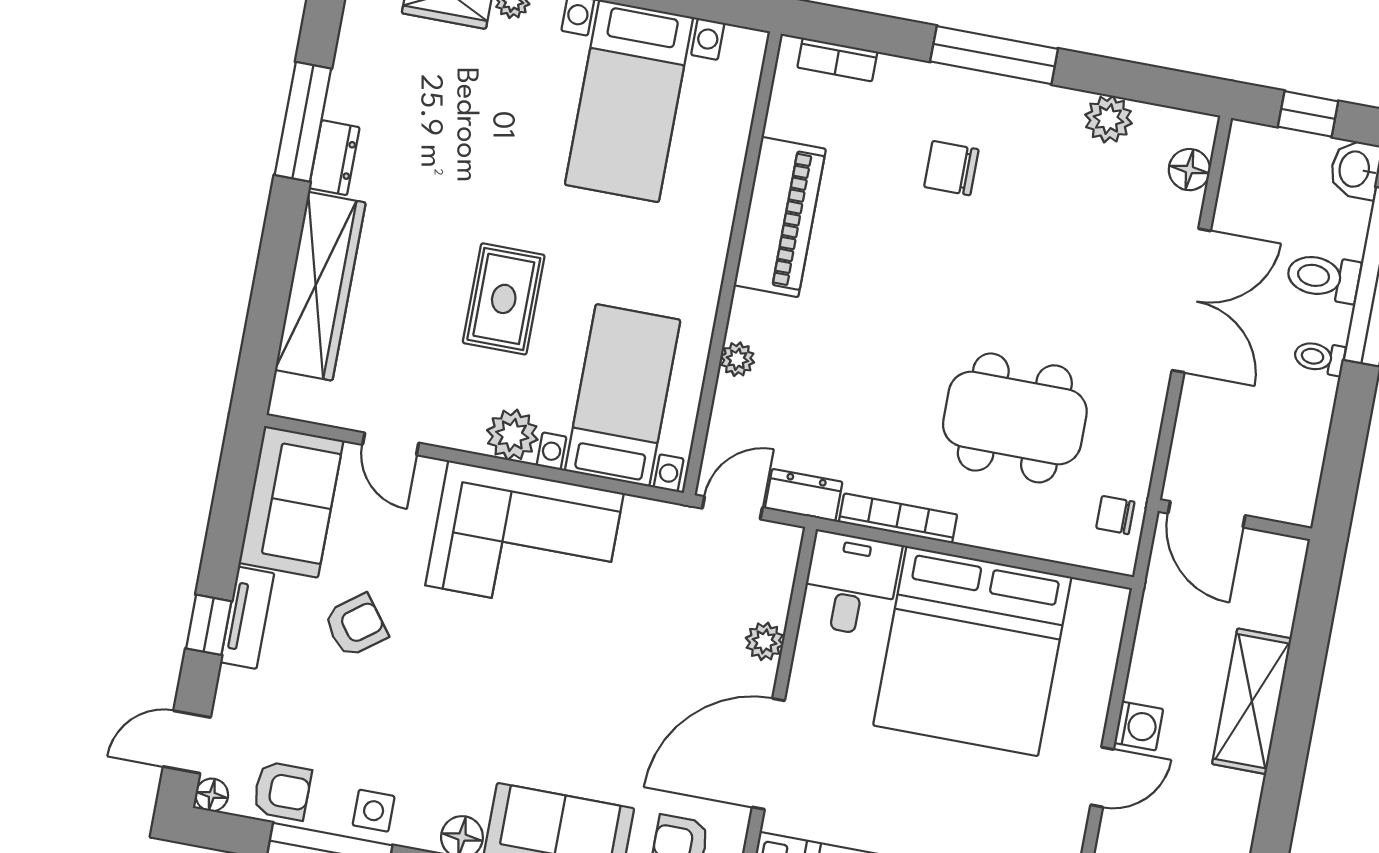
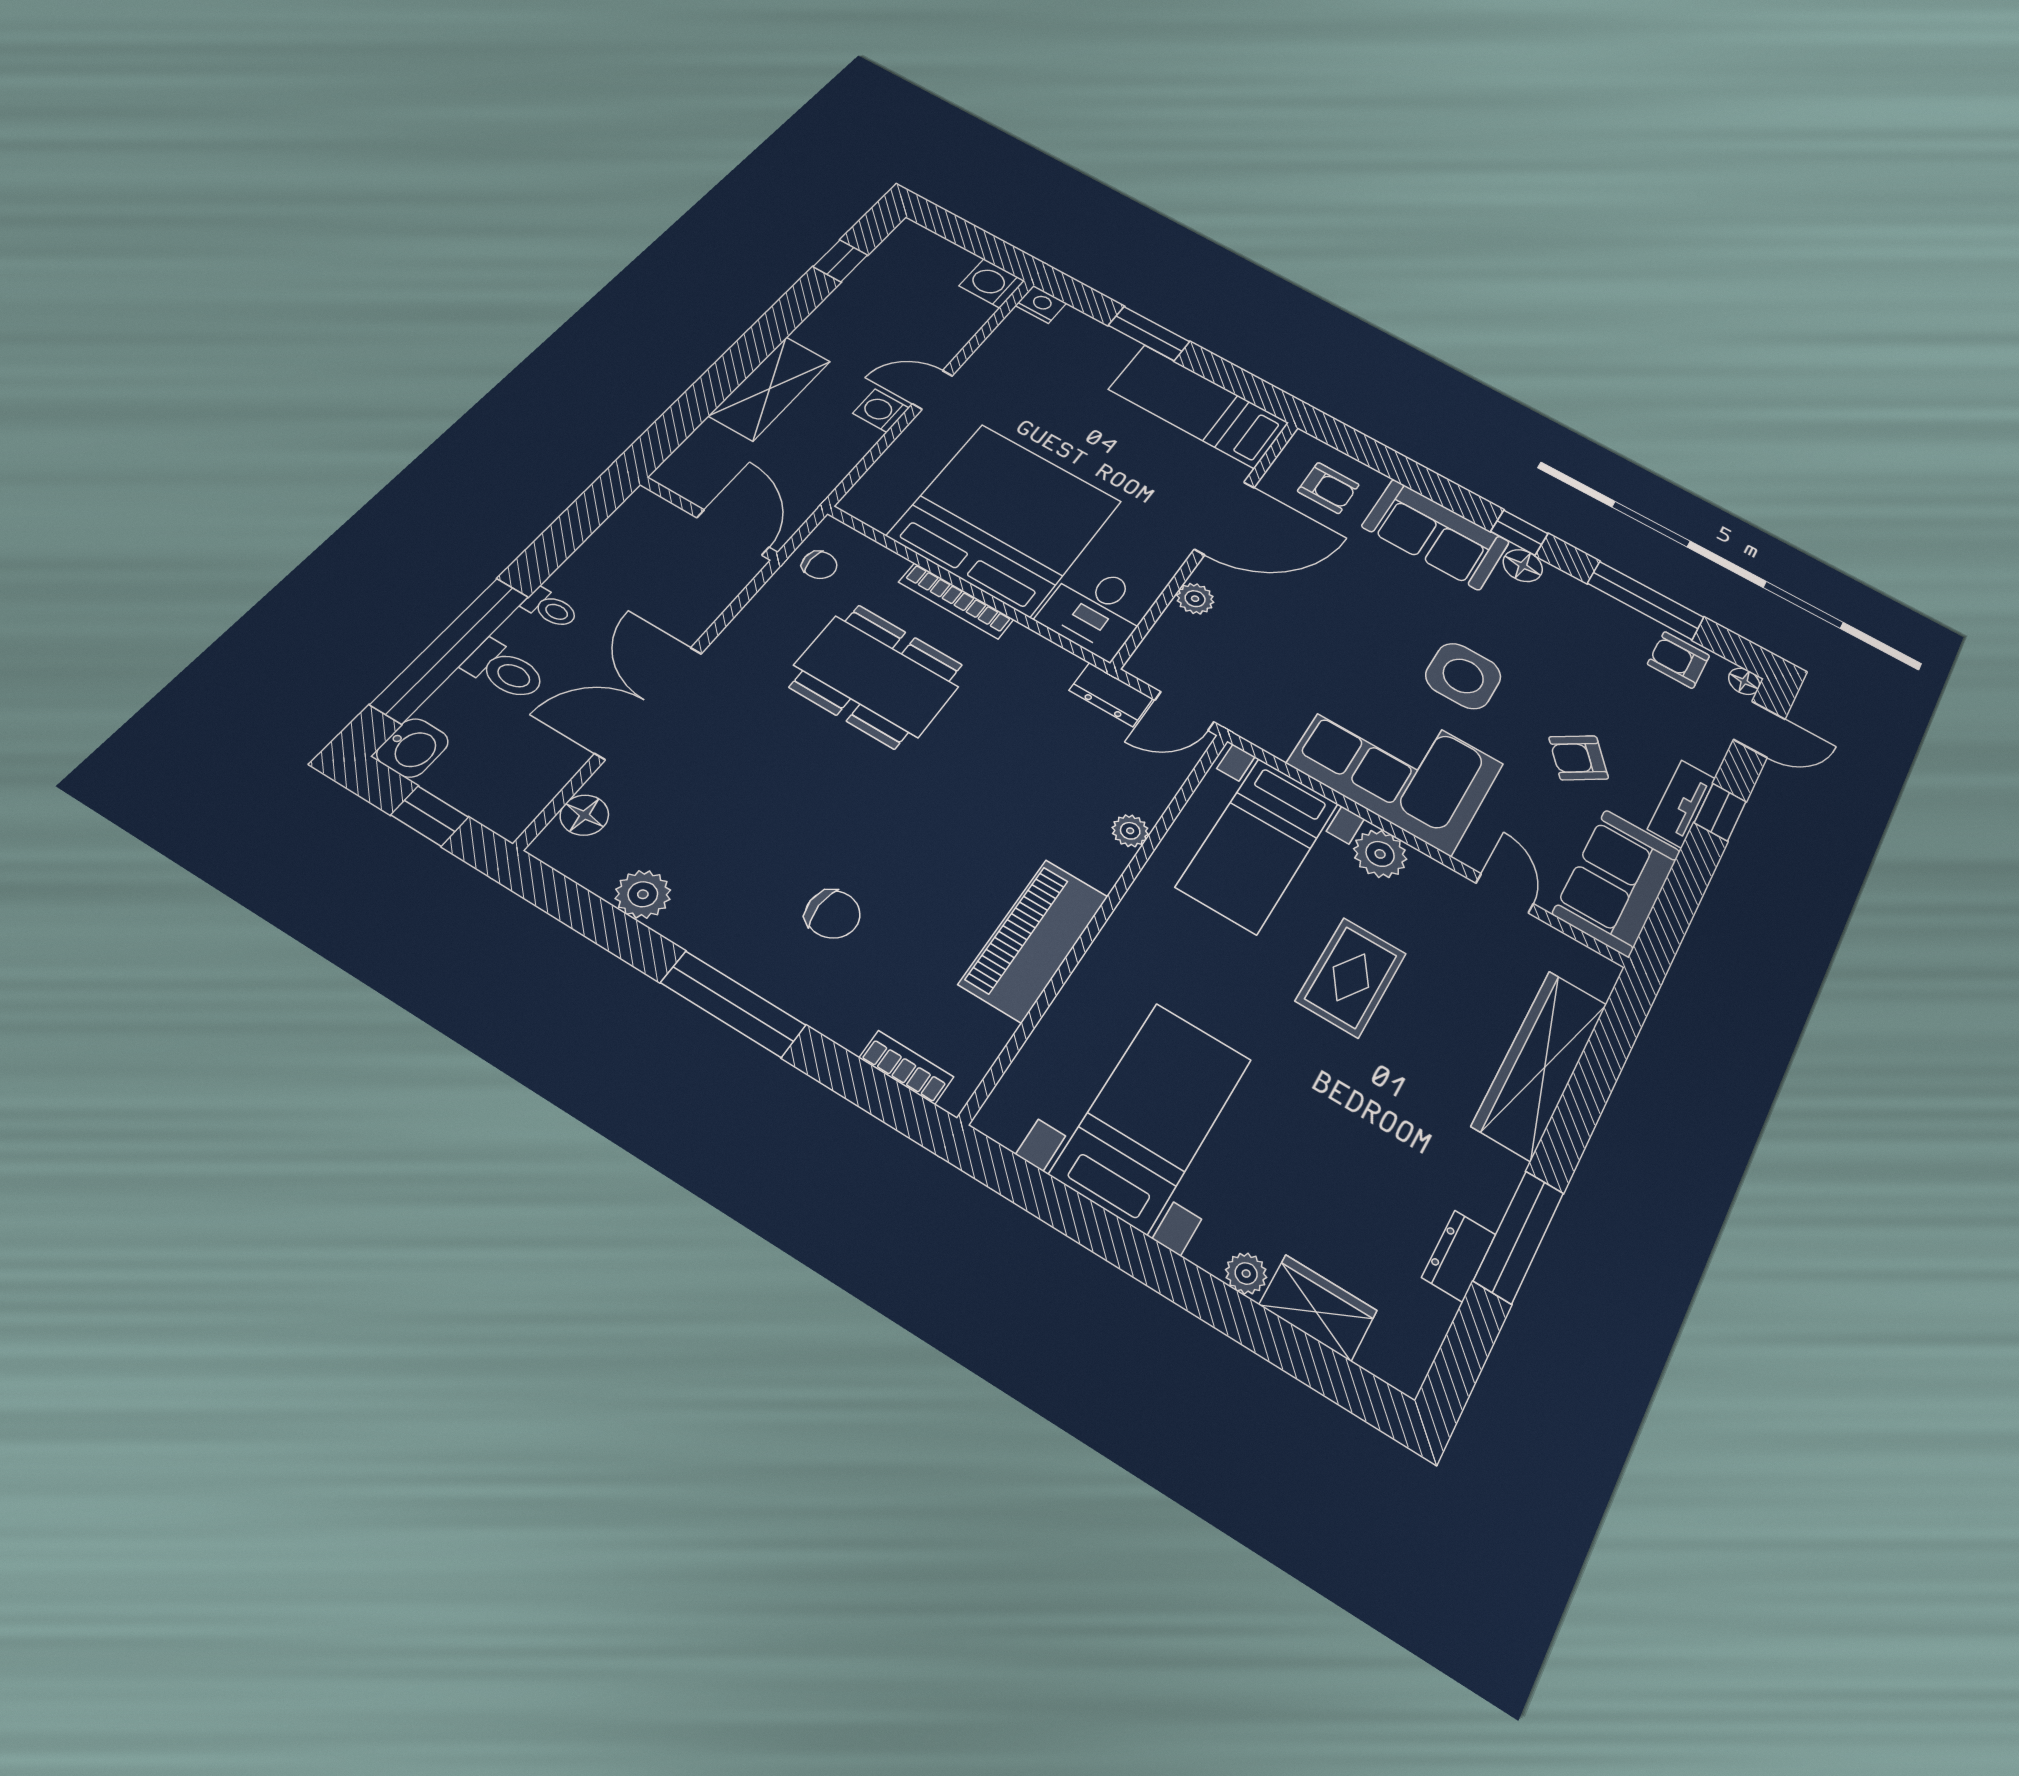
dresser: (334, 158) -> (1459, 1256), moved
bookcase: (898, 518) -> (956, 601), moved
side table: (374, 811) -> (1463, 676), moved, width x1.87, depth x1.87

